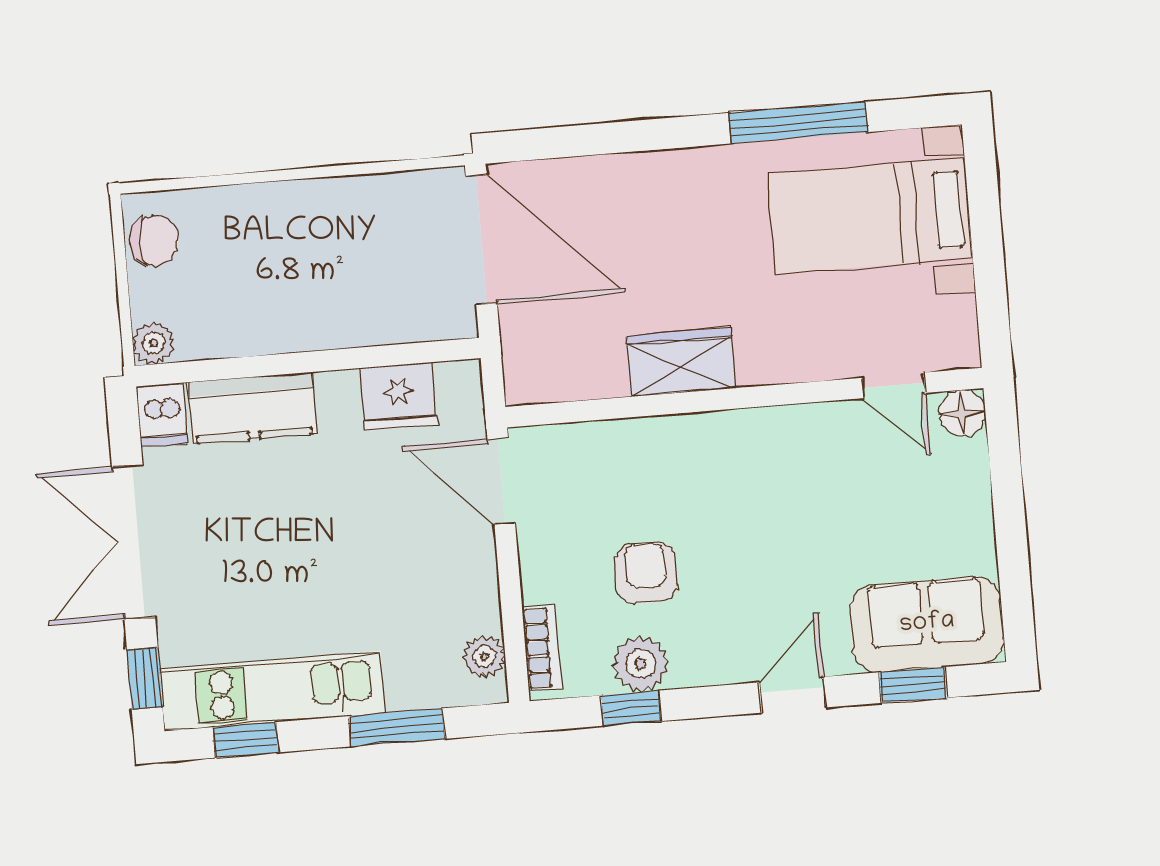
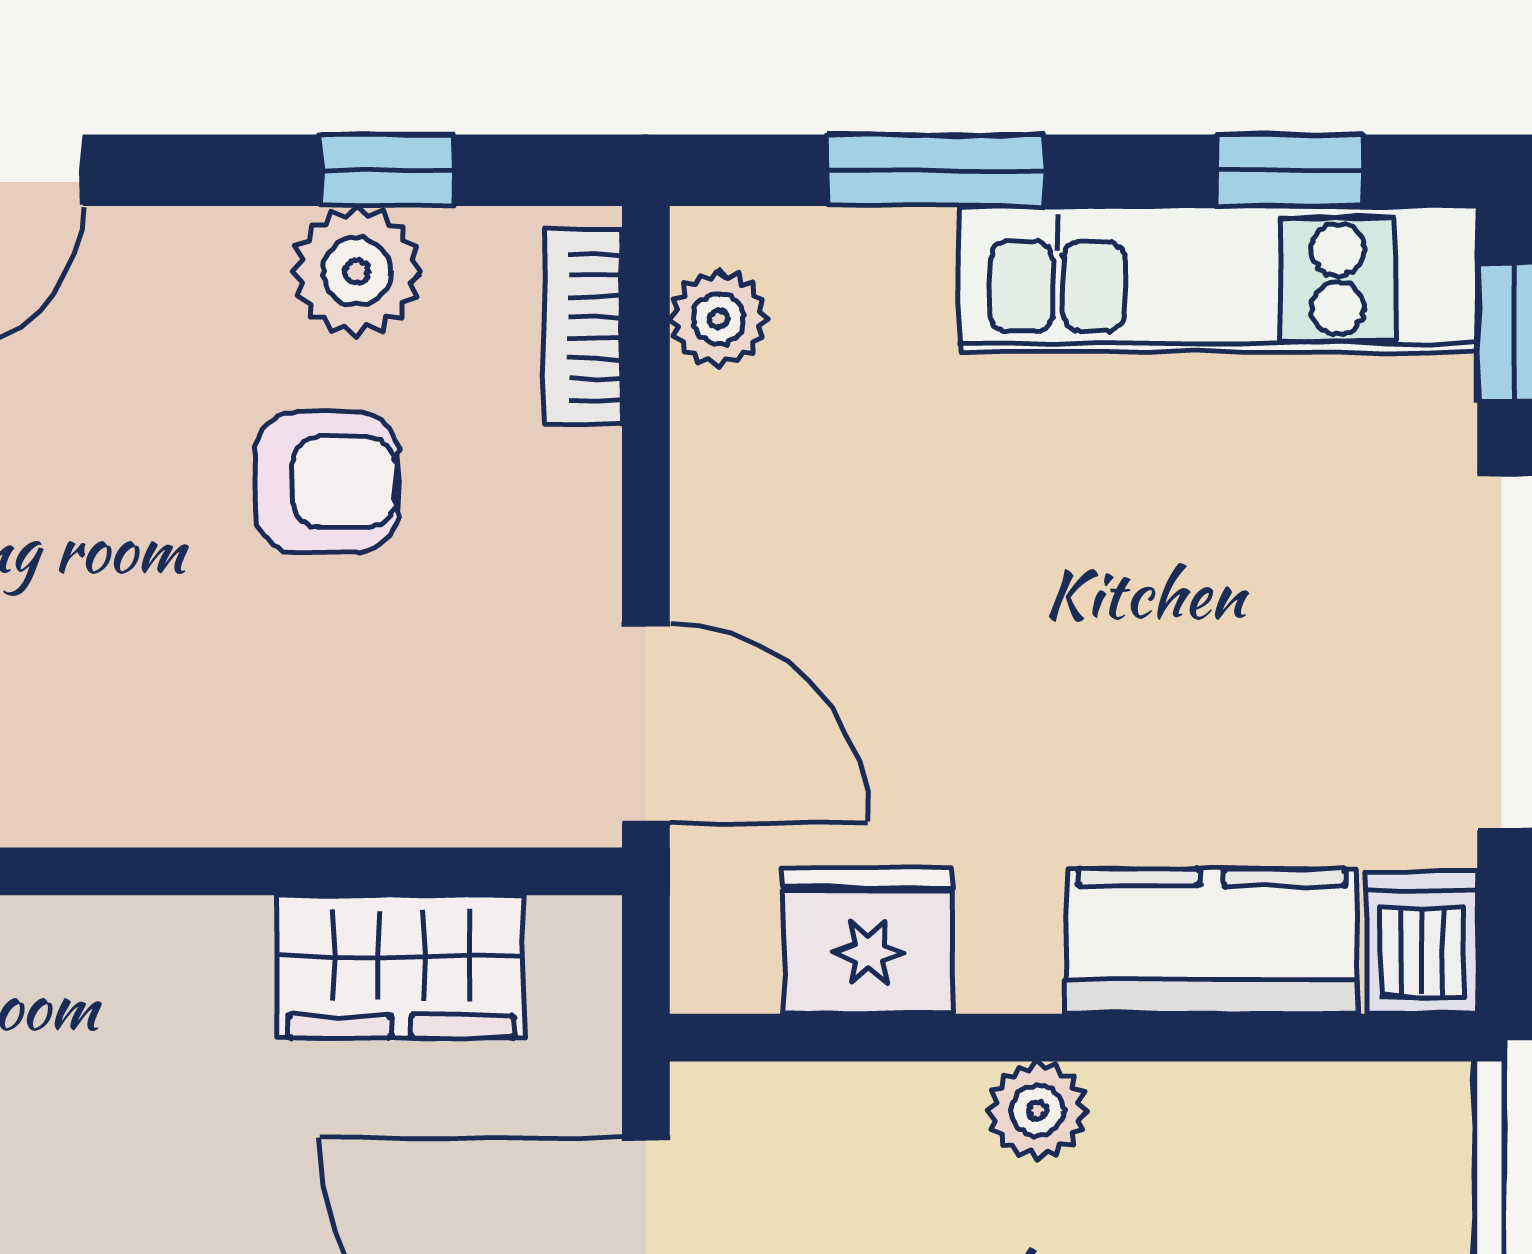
plant: (154, 343) -> (1037, 1111), moved
wardrobe: (681, 362) -> (401, 966), moved
armchair: (646, 573) -> (327, 482), turned -90

